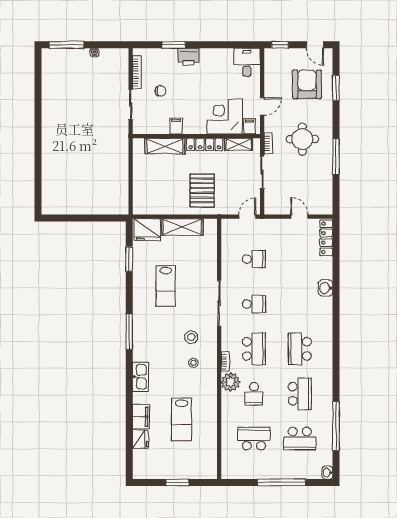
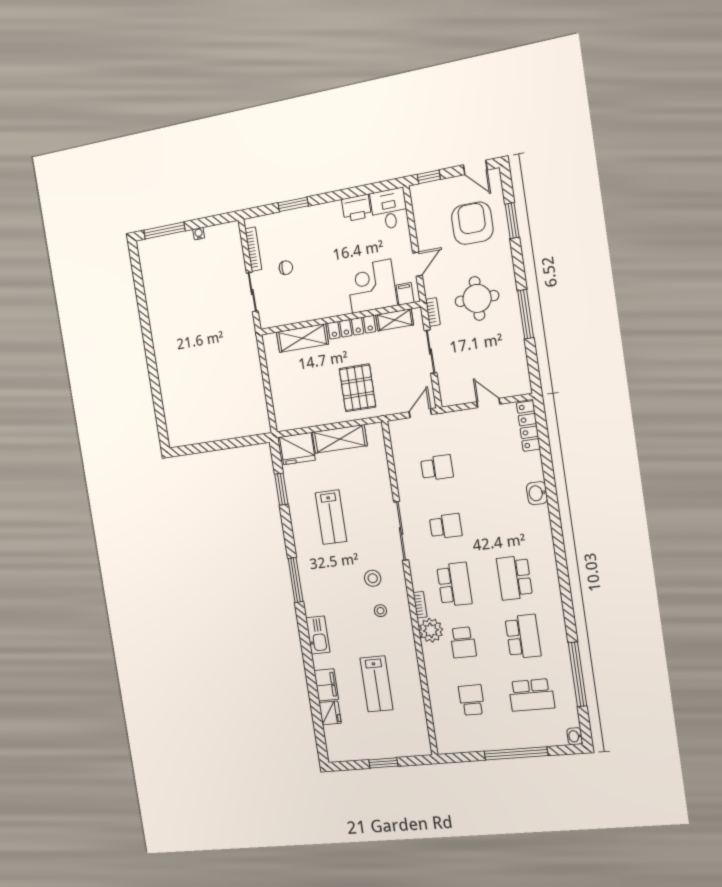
printer: (188, 57) -> (356, 208), moved
filing cabinet: (176, 126) -> (312, 310), removed
school desk: (254, 439) -> (472, 700), width x0.54

